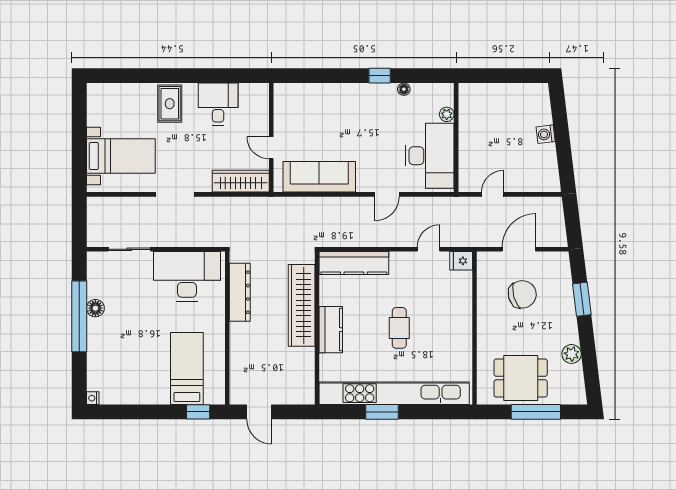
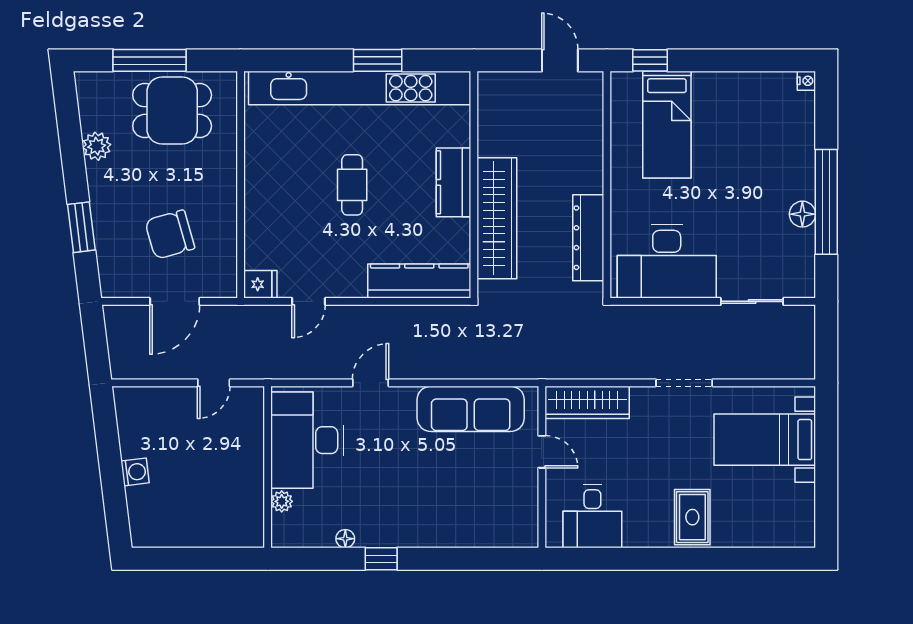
desk: (218, 104) -> (592, 516), moved

